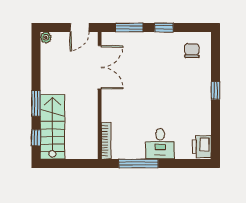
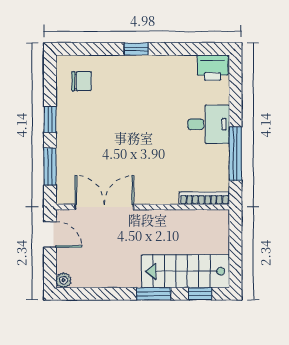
chair: (192, 51) -> (81, 81), turned 180

